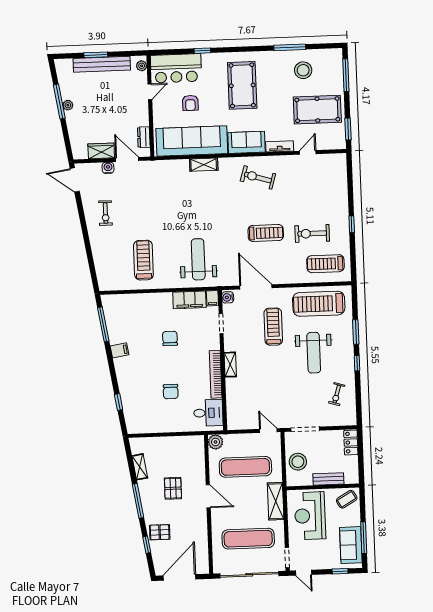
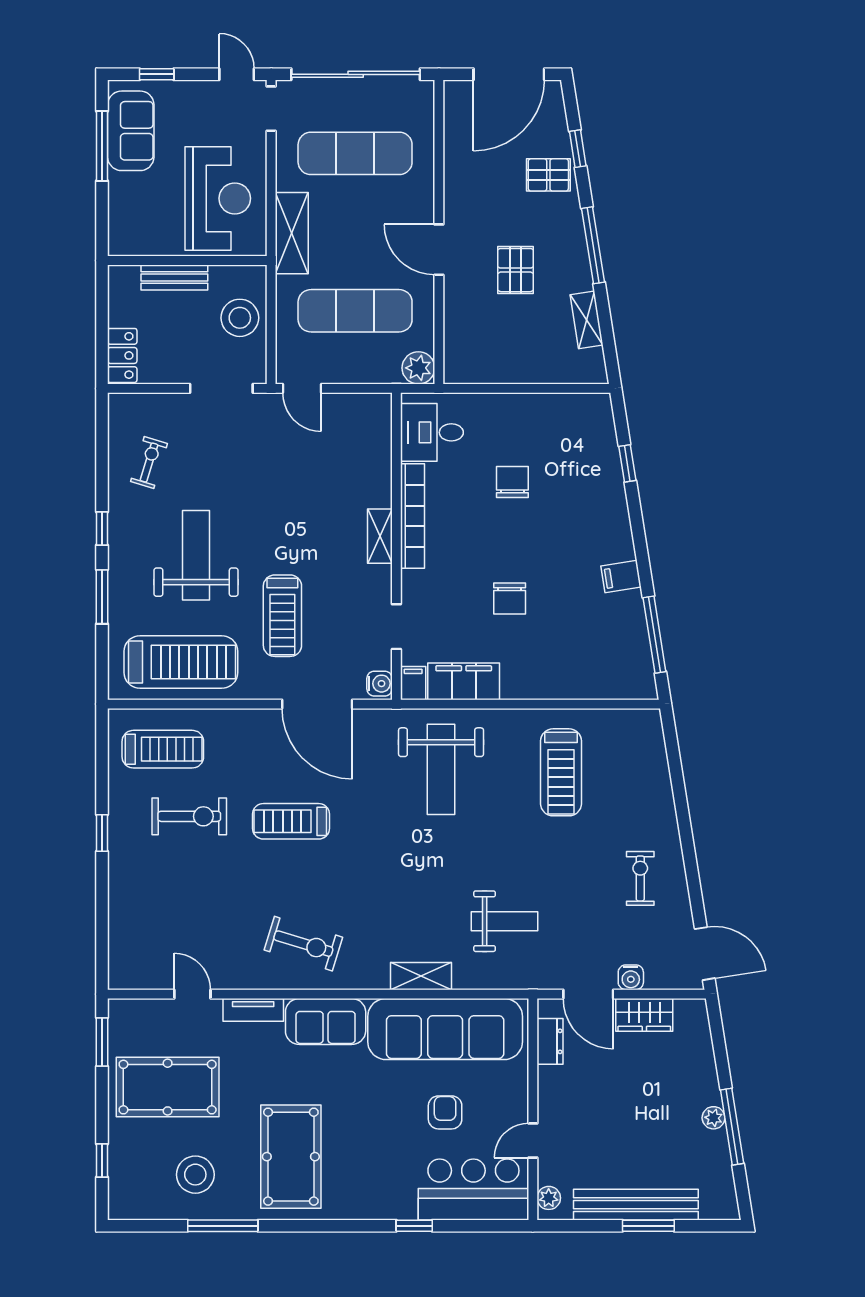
window: (346, 75) -> (102, 1160), width x0.46
pool table: (242, 85) -> (291, 1157), moved
door: (308, 152) -> (192, 994), swing flipped
weight bench: (167, 191) -> (504, 921), added
coffee table: (347, 499) -> (136, 231), removed

